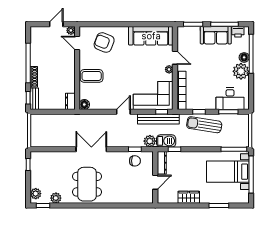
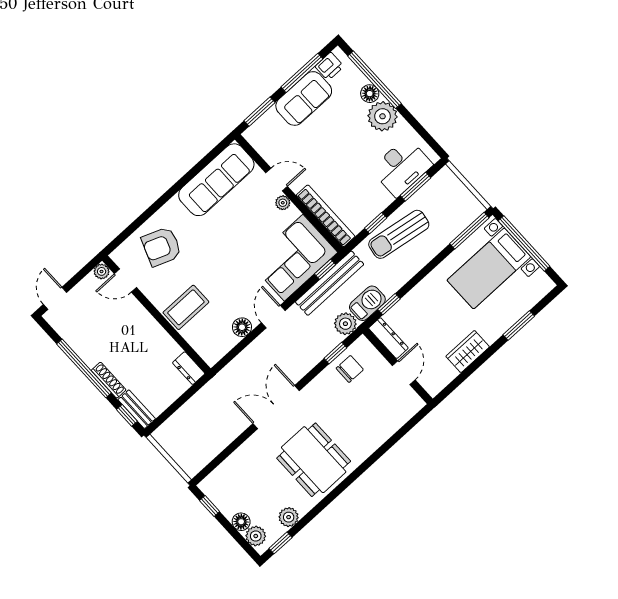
door: (56, 24) -> (55, 298), moved
floor lamp: (84, 104) -> (242, 327), moved
floor lamp: (35, 182) -> (241, 522), added

